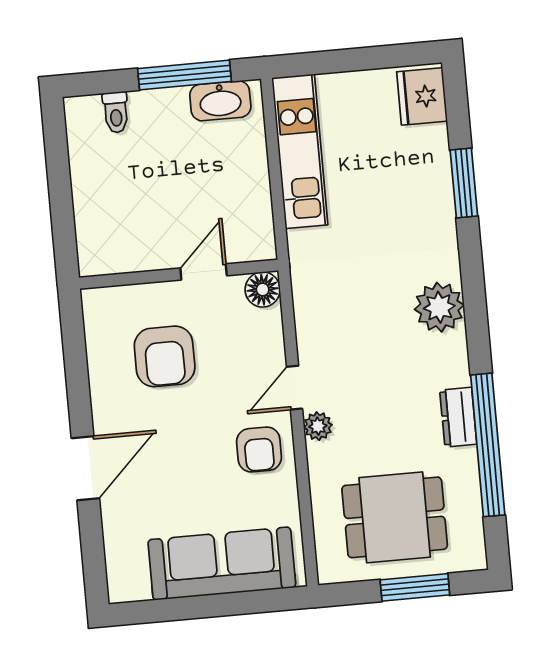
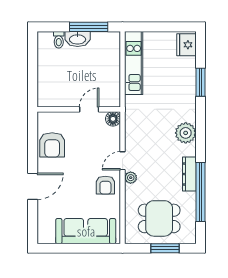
washbasin: (220, 101) -> (78, 39), moved
armchair: (165, 356) -> (52, 145), moved
dresser: (458, 417) -> (189, 174), width x1.44

